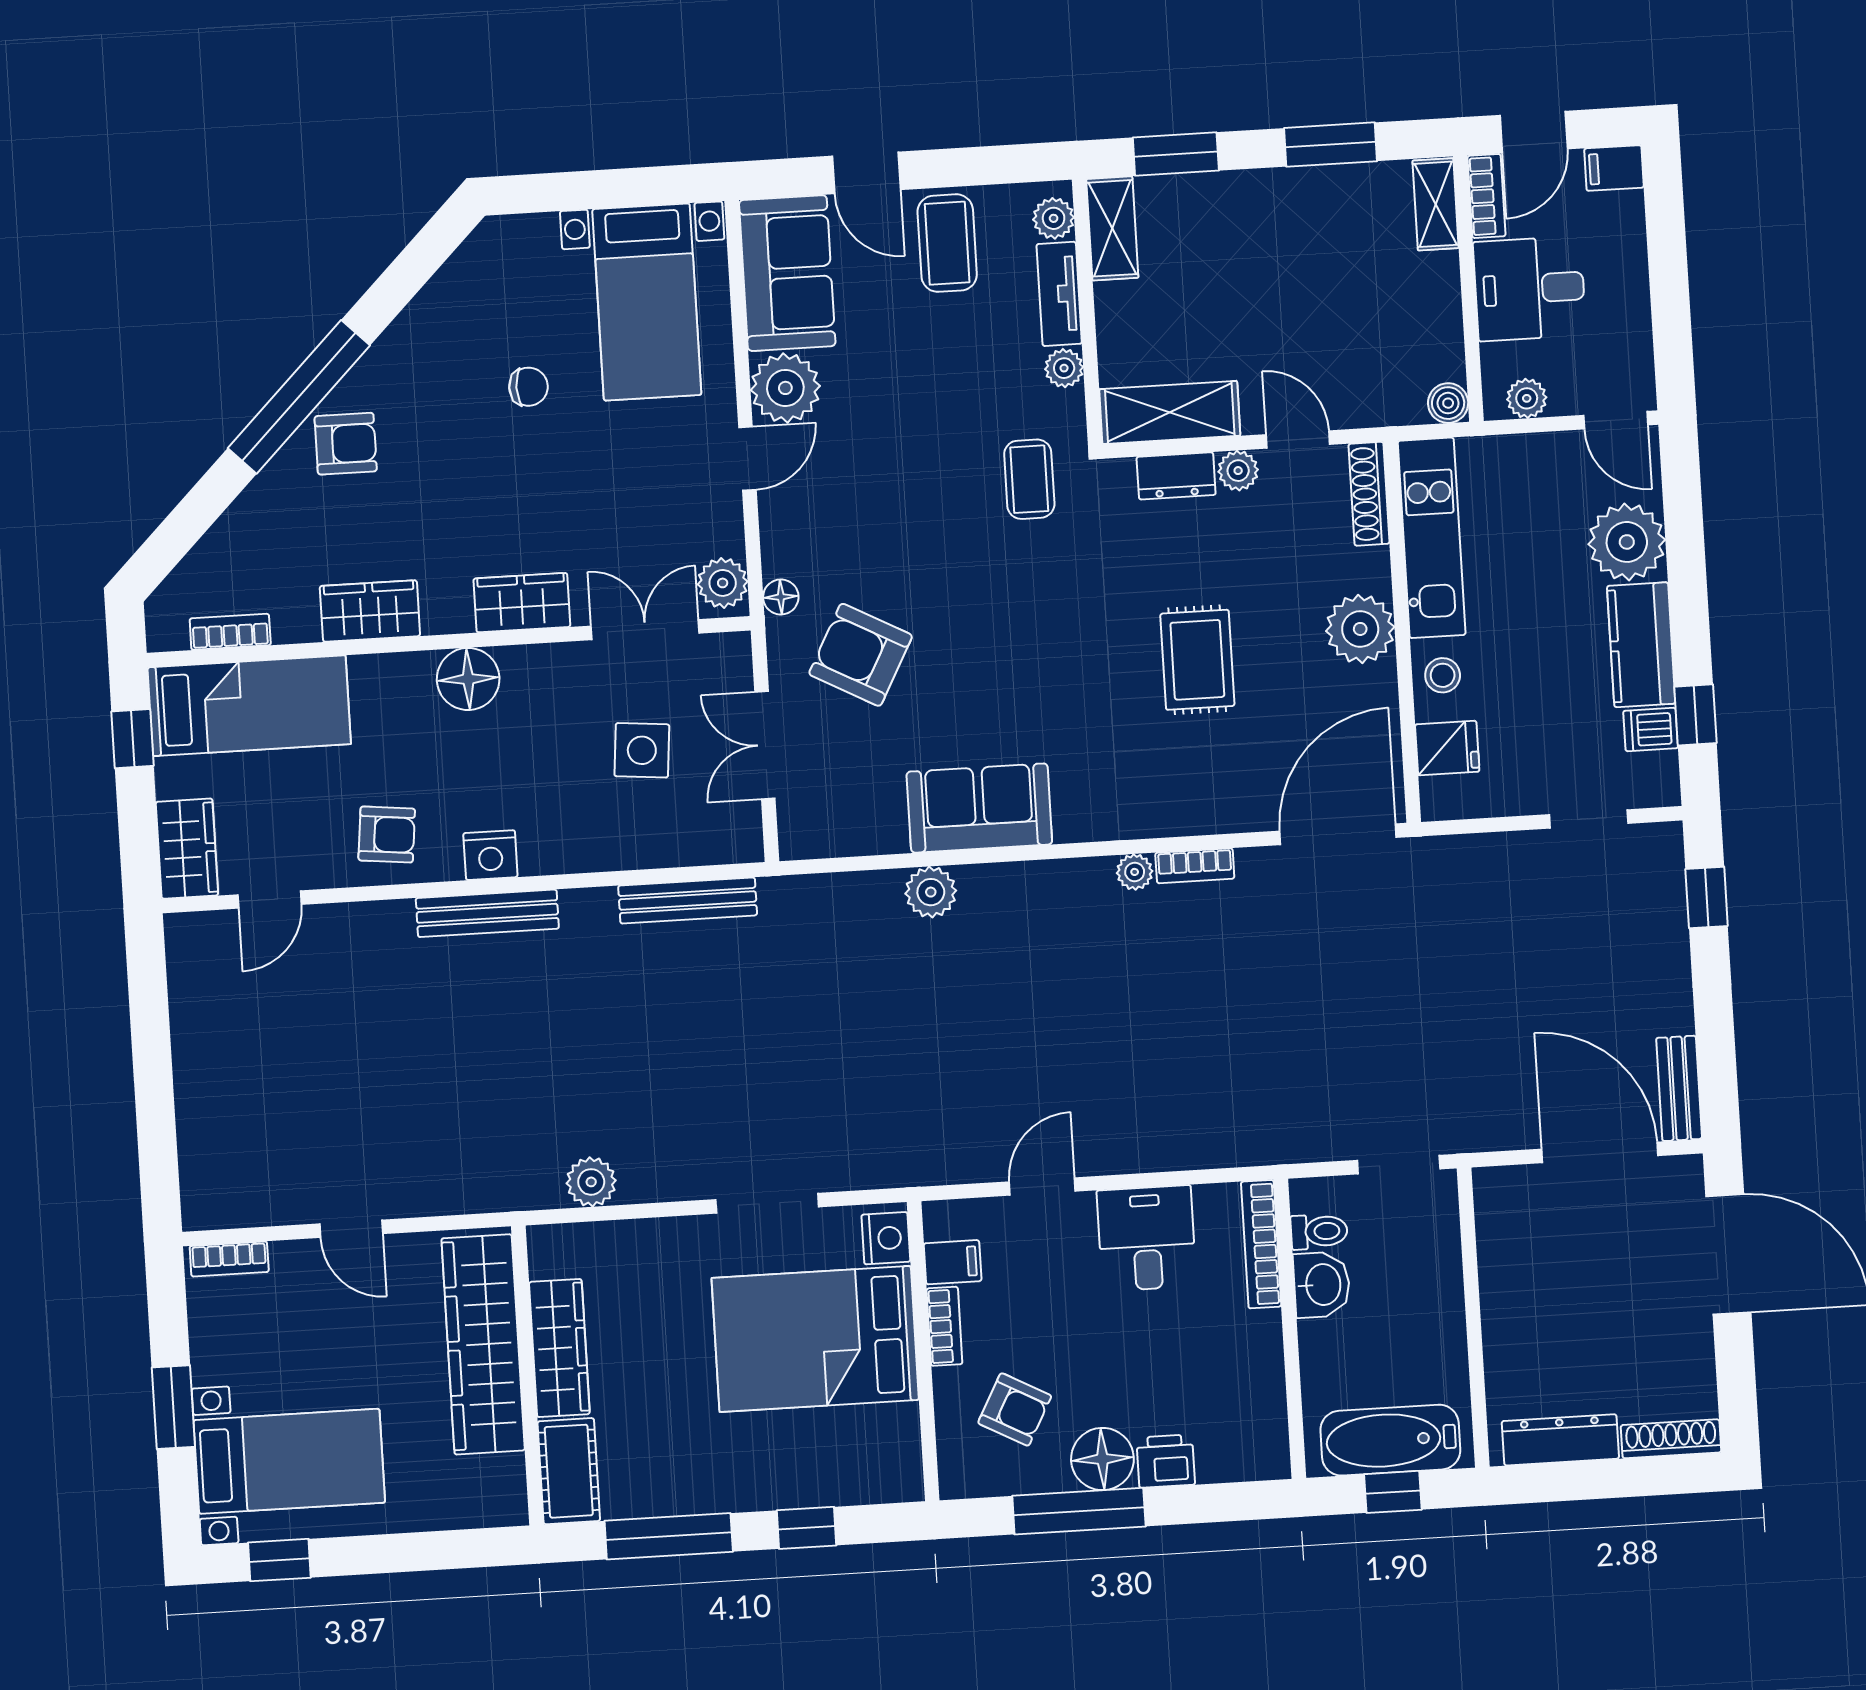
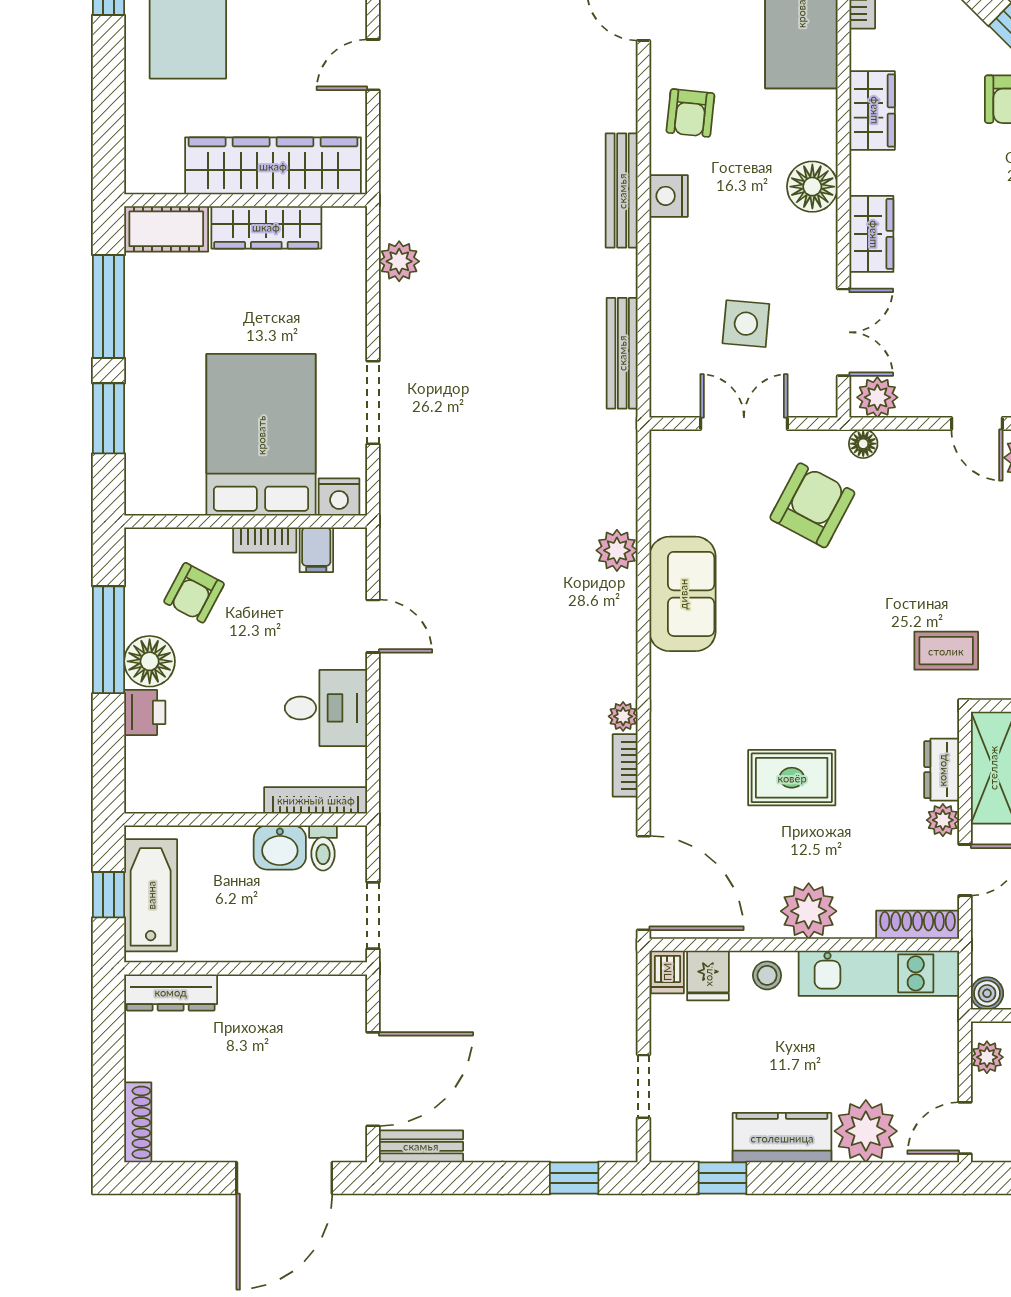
dishwasher: (1651, 729) -> (667, 972), moved, turned 180
dresser: (1560, 1440) -> (171, 992), moved, turned 90
window: (807, 1528) -> (109, 418), width x1.50

